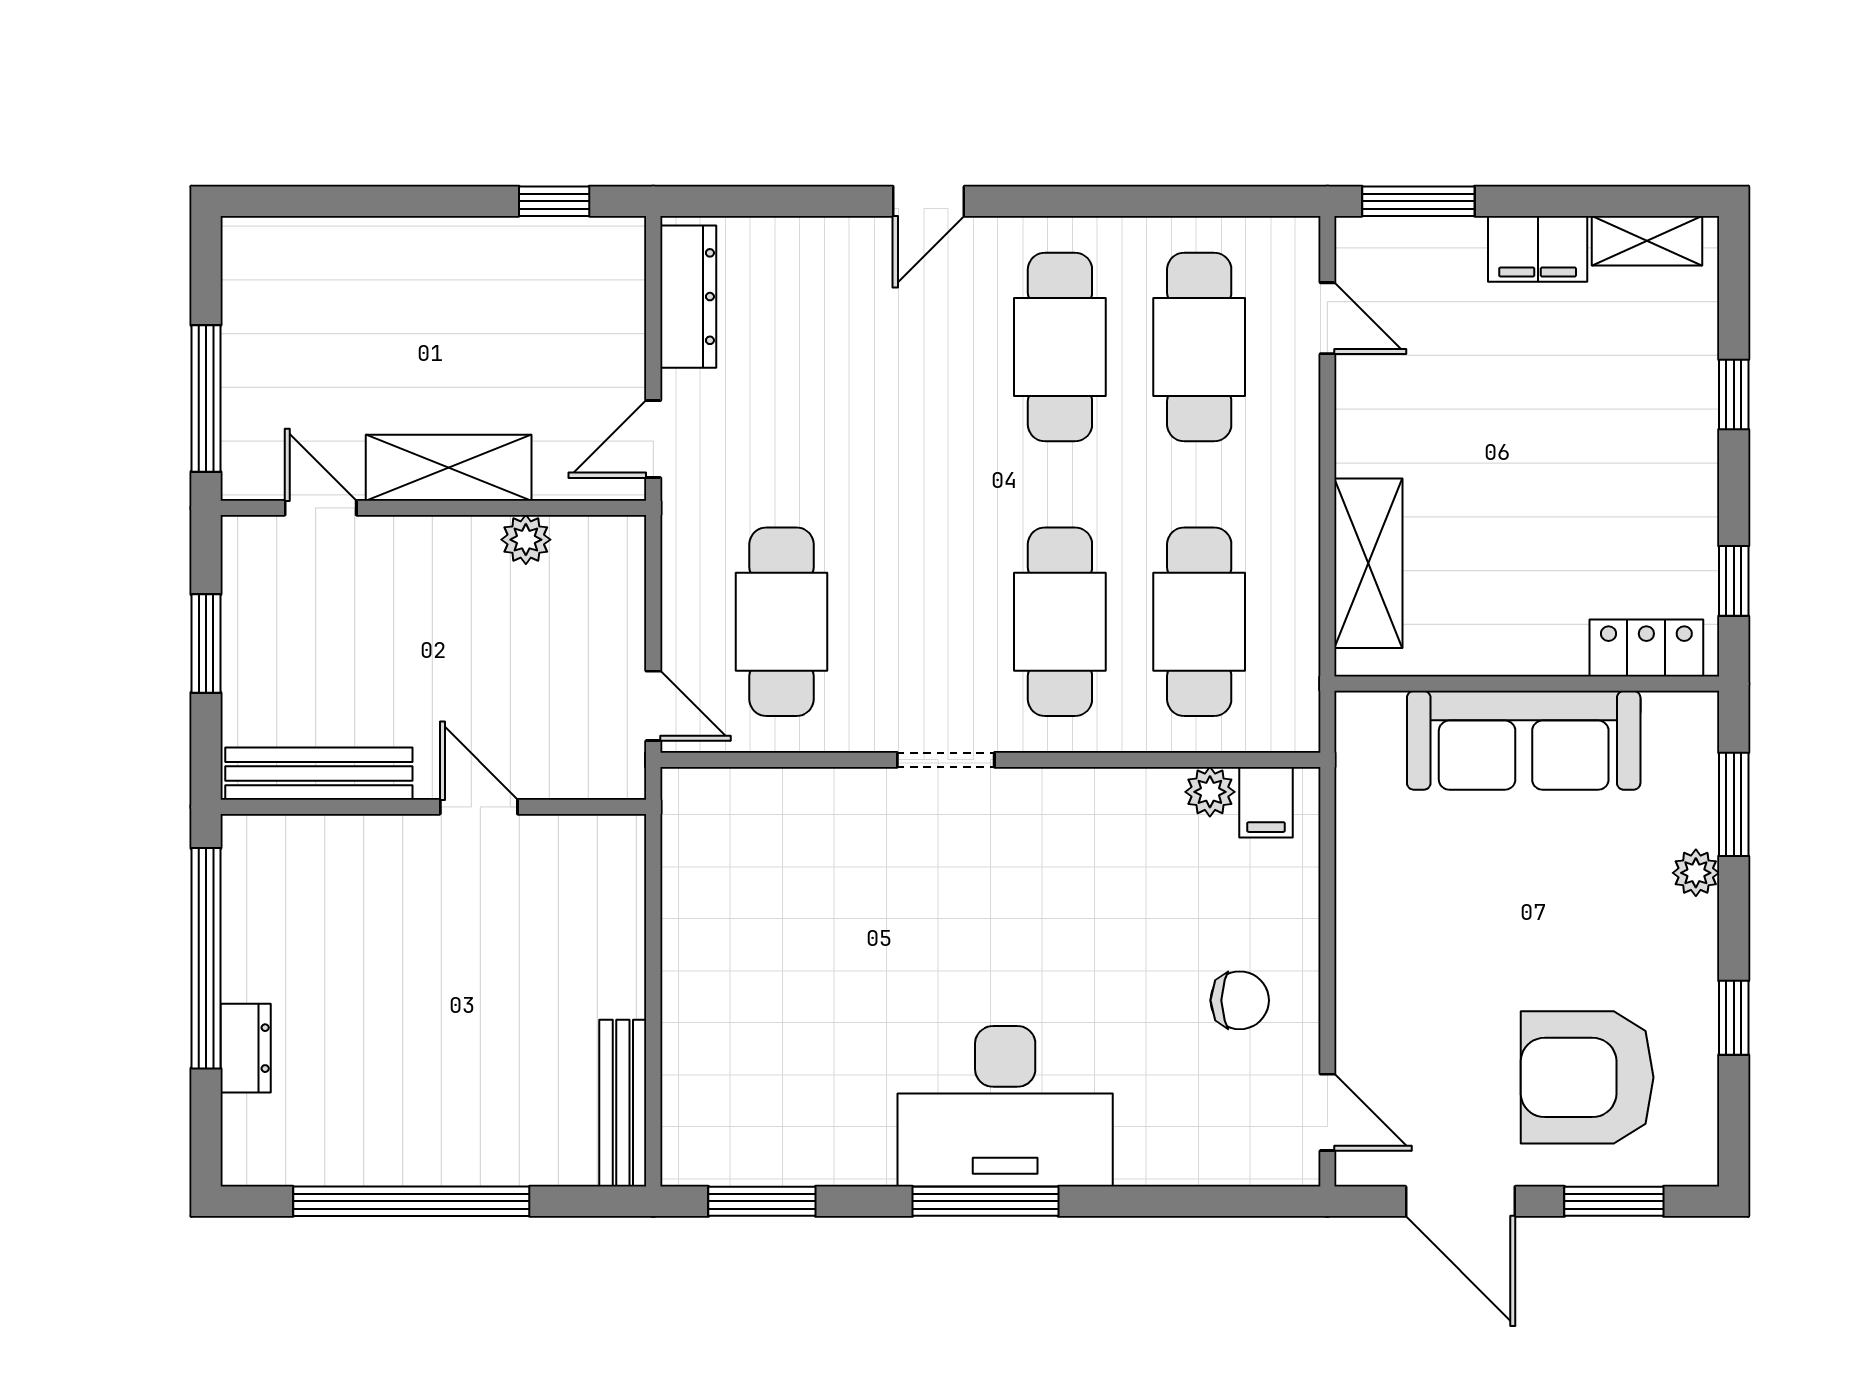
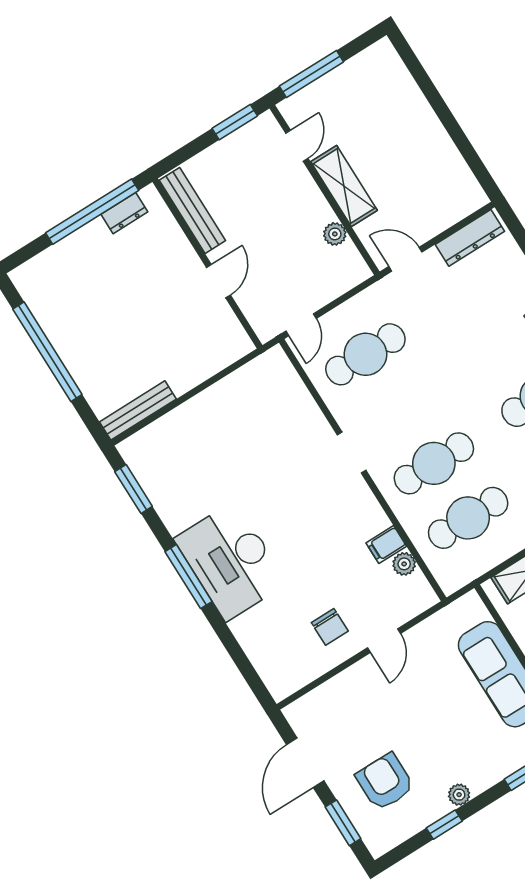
window: (554, 201) -> (474, 162), removed
window: (206, 643) -> (235, 122), moved
filing cabinet: (1266, 802) -> (386, 545), moved
plant: (1696, 873) -> (459, 795), moved
dresser: (246, 1048) -> (124, 213), moved
armchair: (1587, 1077) -> (385, 782), width x0.73, depth x0.73
door: (1327, 1112) -> (384, 641), moved

